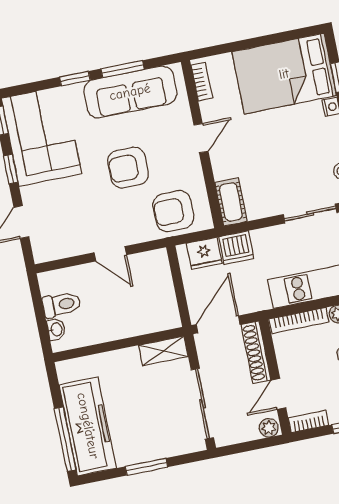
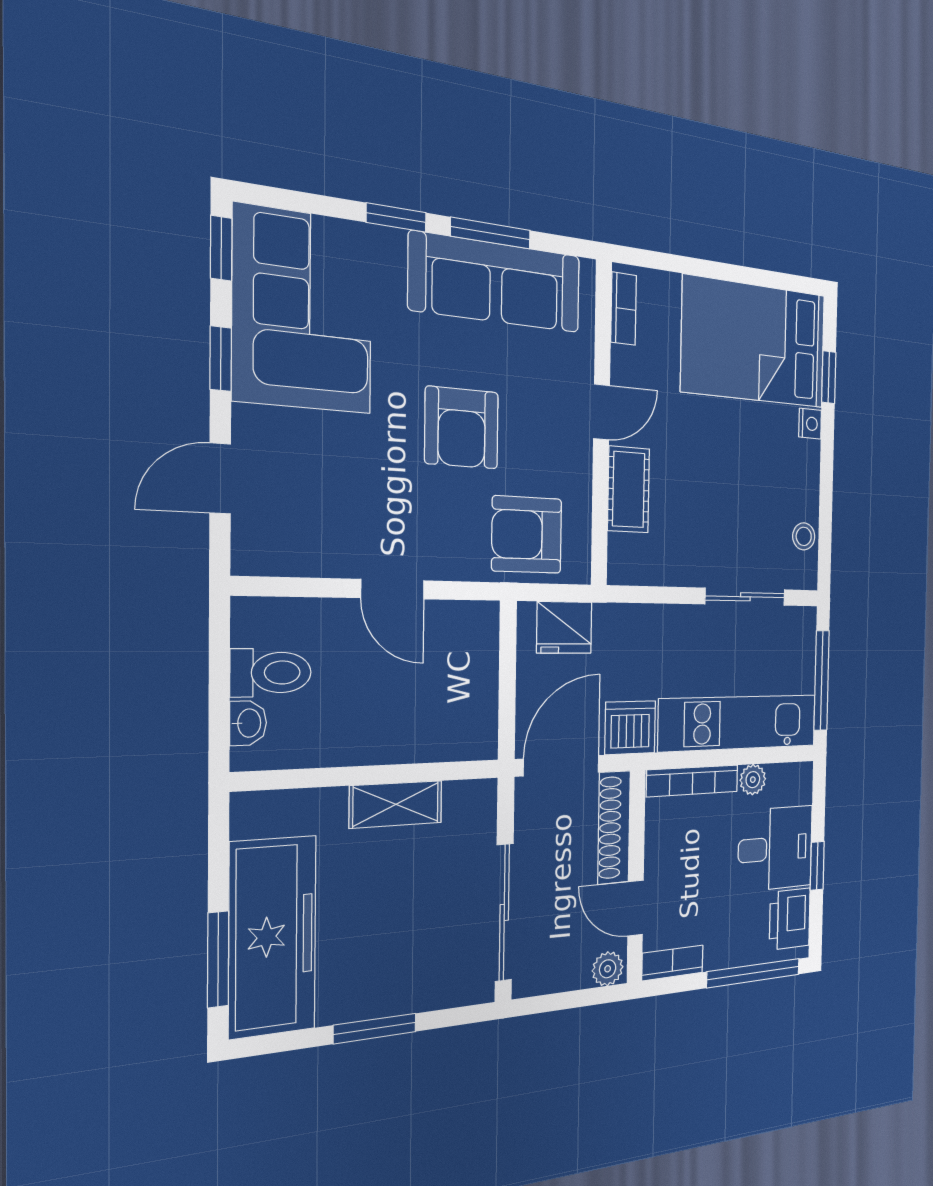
armchair: (128, 168) -> (462, 428), turned -90
cot: (231, 202) -> (629, 490), moved
dishwasher: (236, 248) -> (630, 728), moved, turned 180
shelving: (163, 351) -> (396, 804), moved
door: (279, 394) -> (636, 908), hinge flipped
window: (65, 439) -> (218, 959), width x0.69

